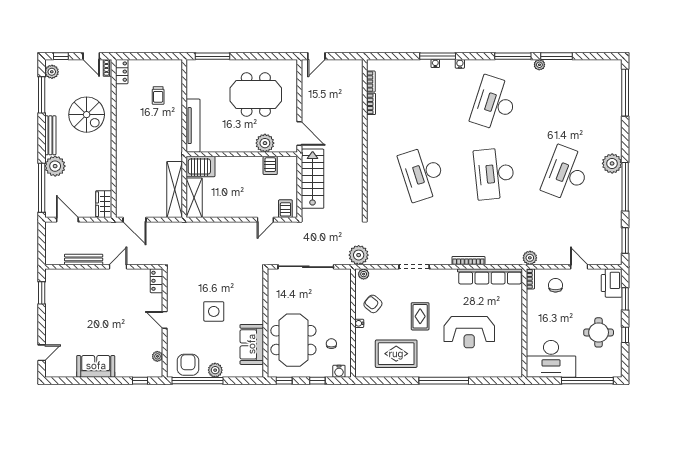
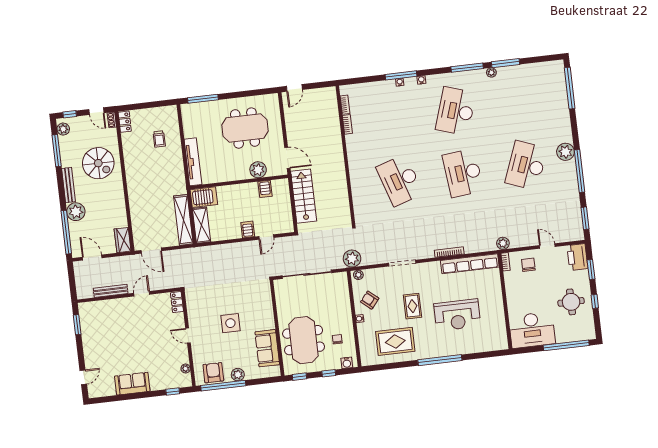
server rack: (285, 209) -> (248, 229), moved

